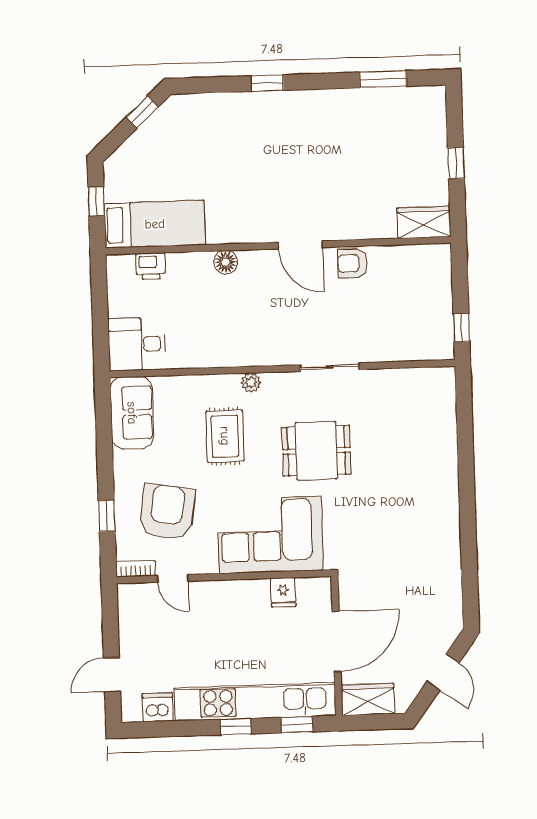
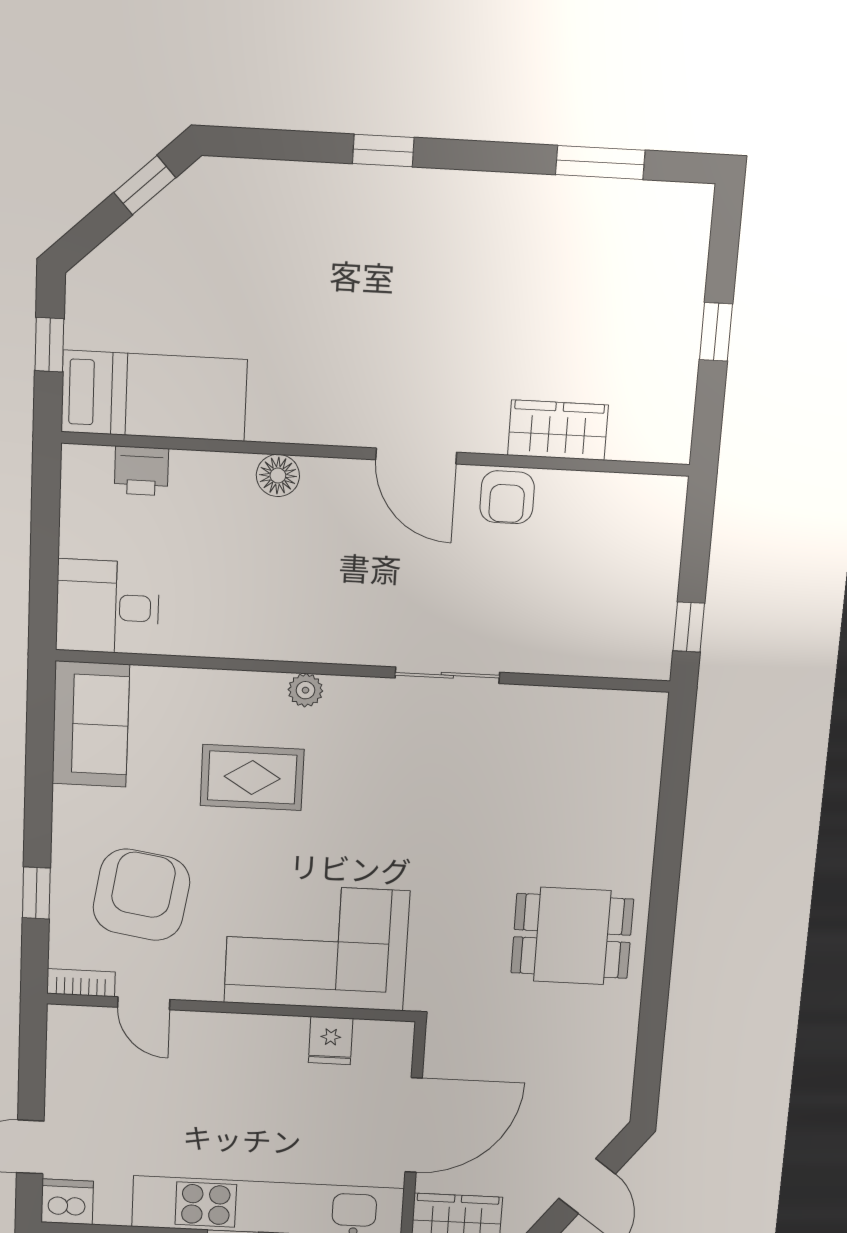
wardrobe: (424, 222) -> (558, 430), moved
armchair: (352, 263) -> (507, 497), turned -90
rug: (225, 436) -> (252, 778), turned 90
dining table: (316, 451) -> (572, 936), moved
dishwasher: (158, 707) -> (67, 1202), moved

